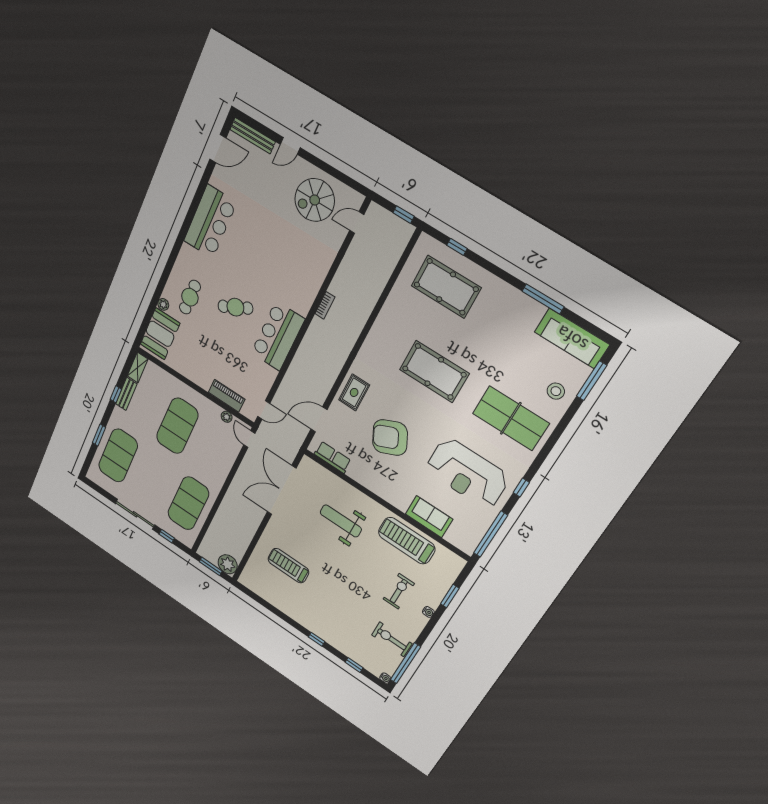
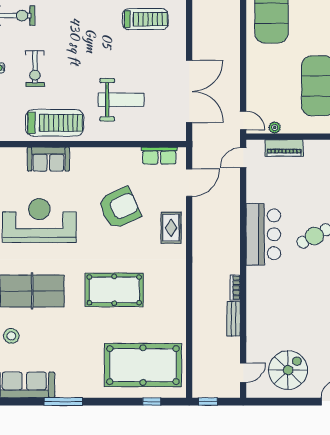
bench: (340, 278) -> (234, 319), added
pool table: (446, 287) -> (143, 365), width x1.36, depth x1.32

